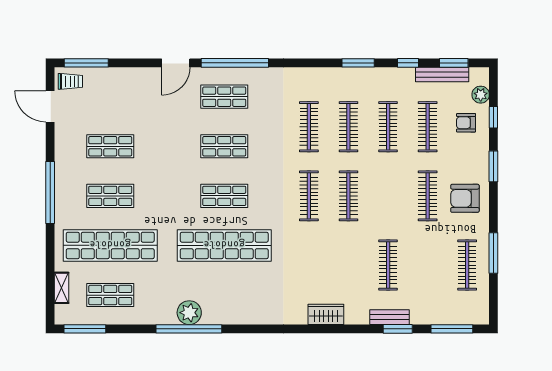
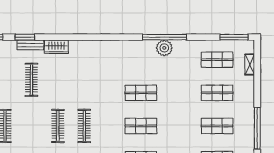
shop shelf: (110, 245) -> (217, 93), width x0.50, depth x0.74
shop shelf: (224, 245) -> (141, 93), width x0.50, depth x0.74
wardrobe: (326, 314) -> (56, 47), moved

